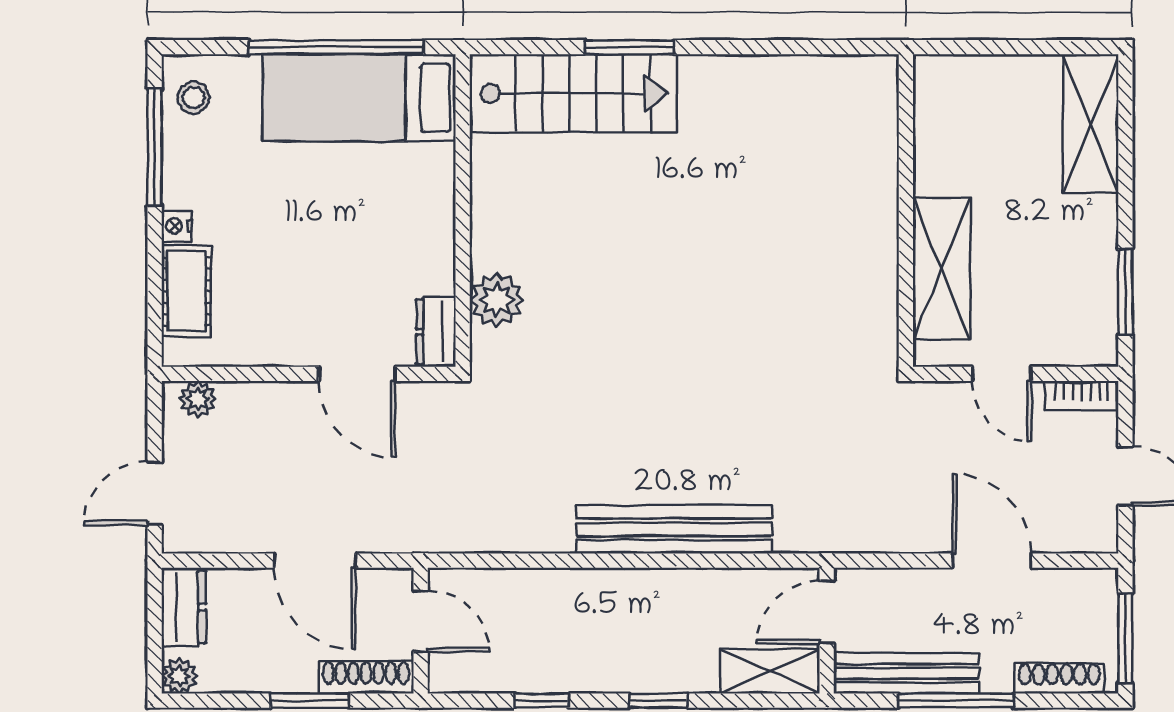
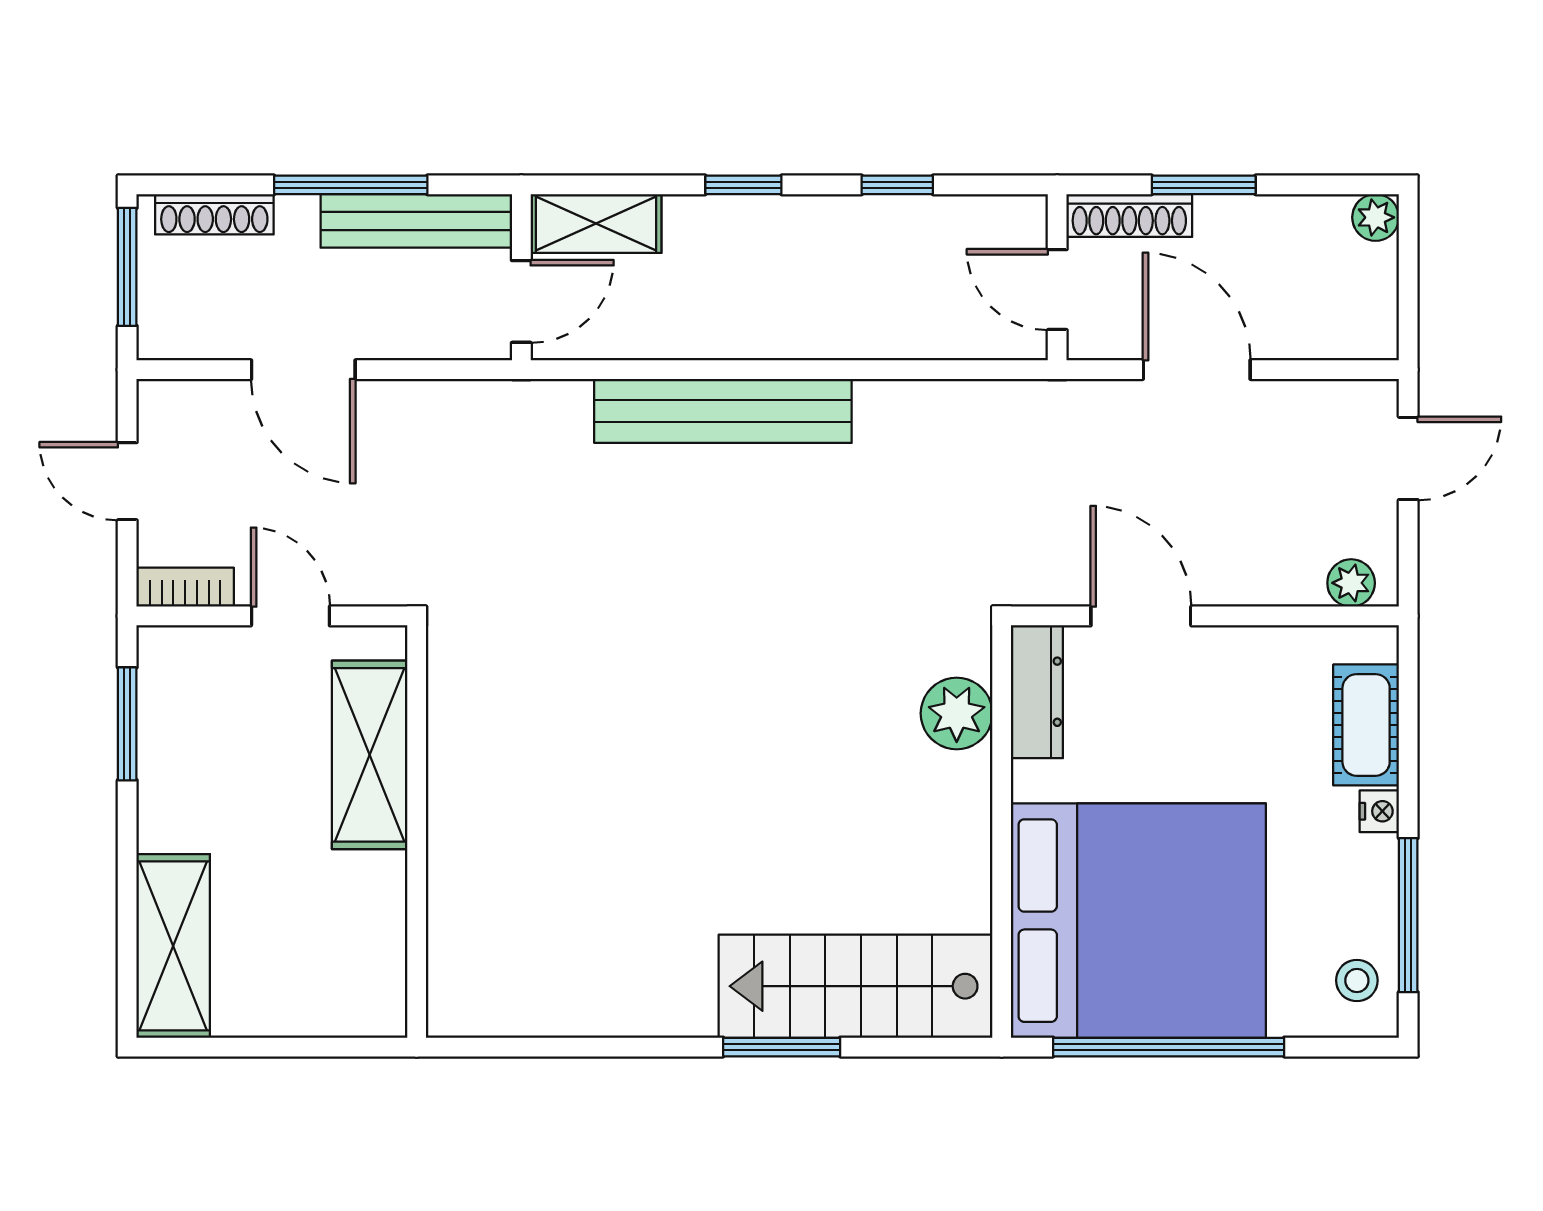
bed: (359, 98) -> (1138, 921), width x2.04
dresser: (436, 332) -> (1037, 692), width x1.44
dresser: (184, 607) -> (1370, 308), removed

